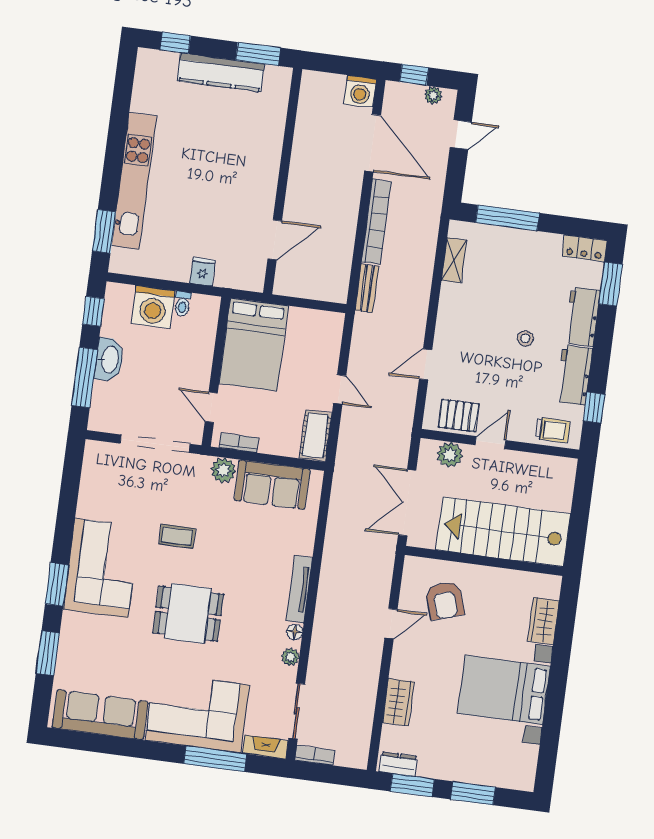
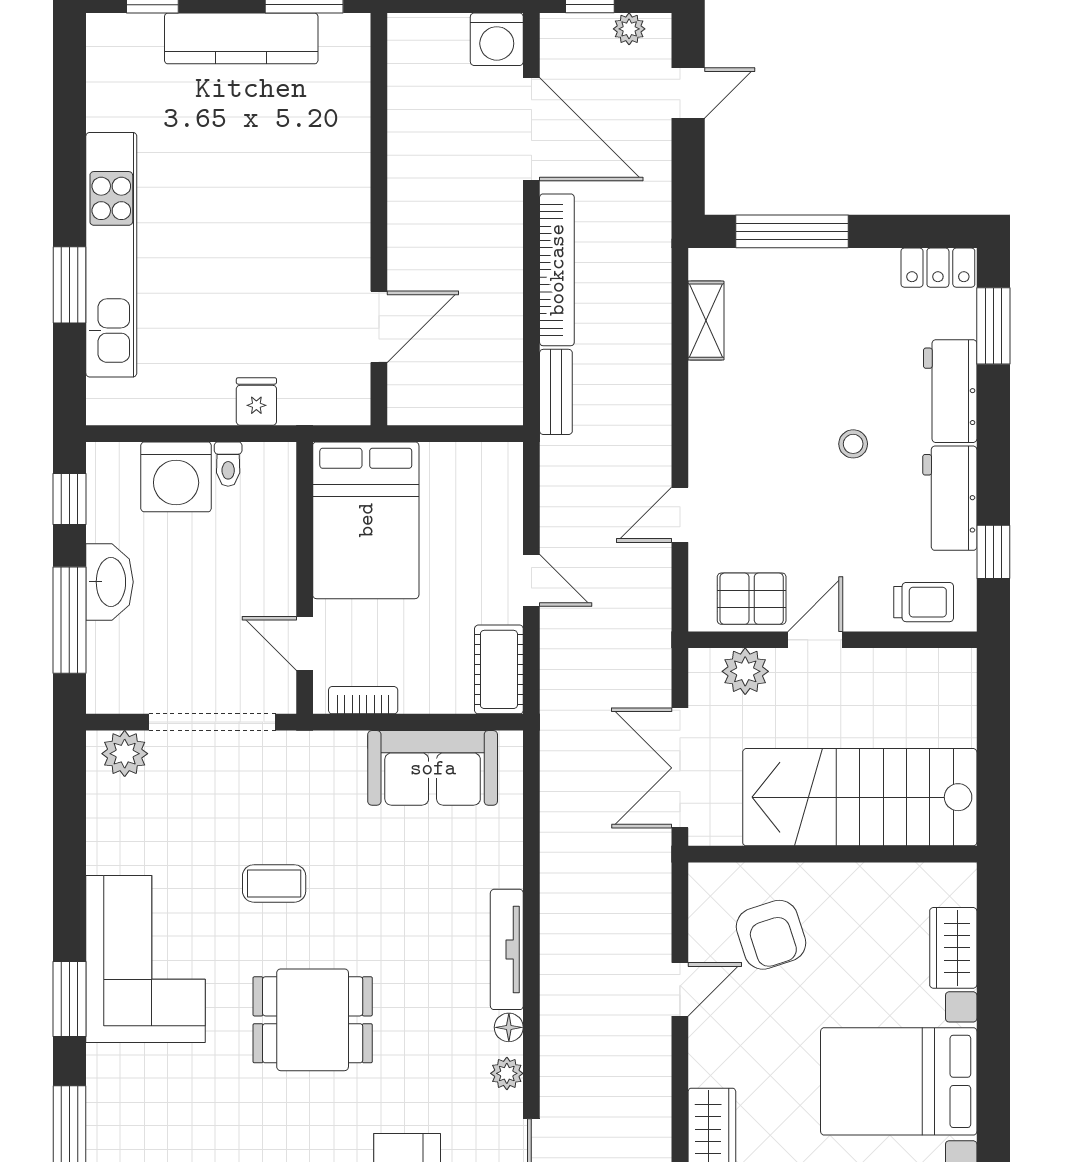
window: (104, 231) -> (69, 285), moved
plant: (223, 470) -> (125, 754), moved

